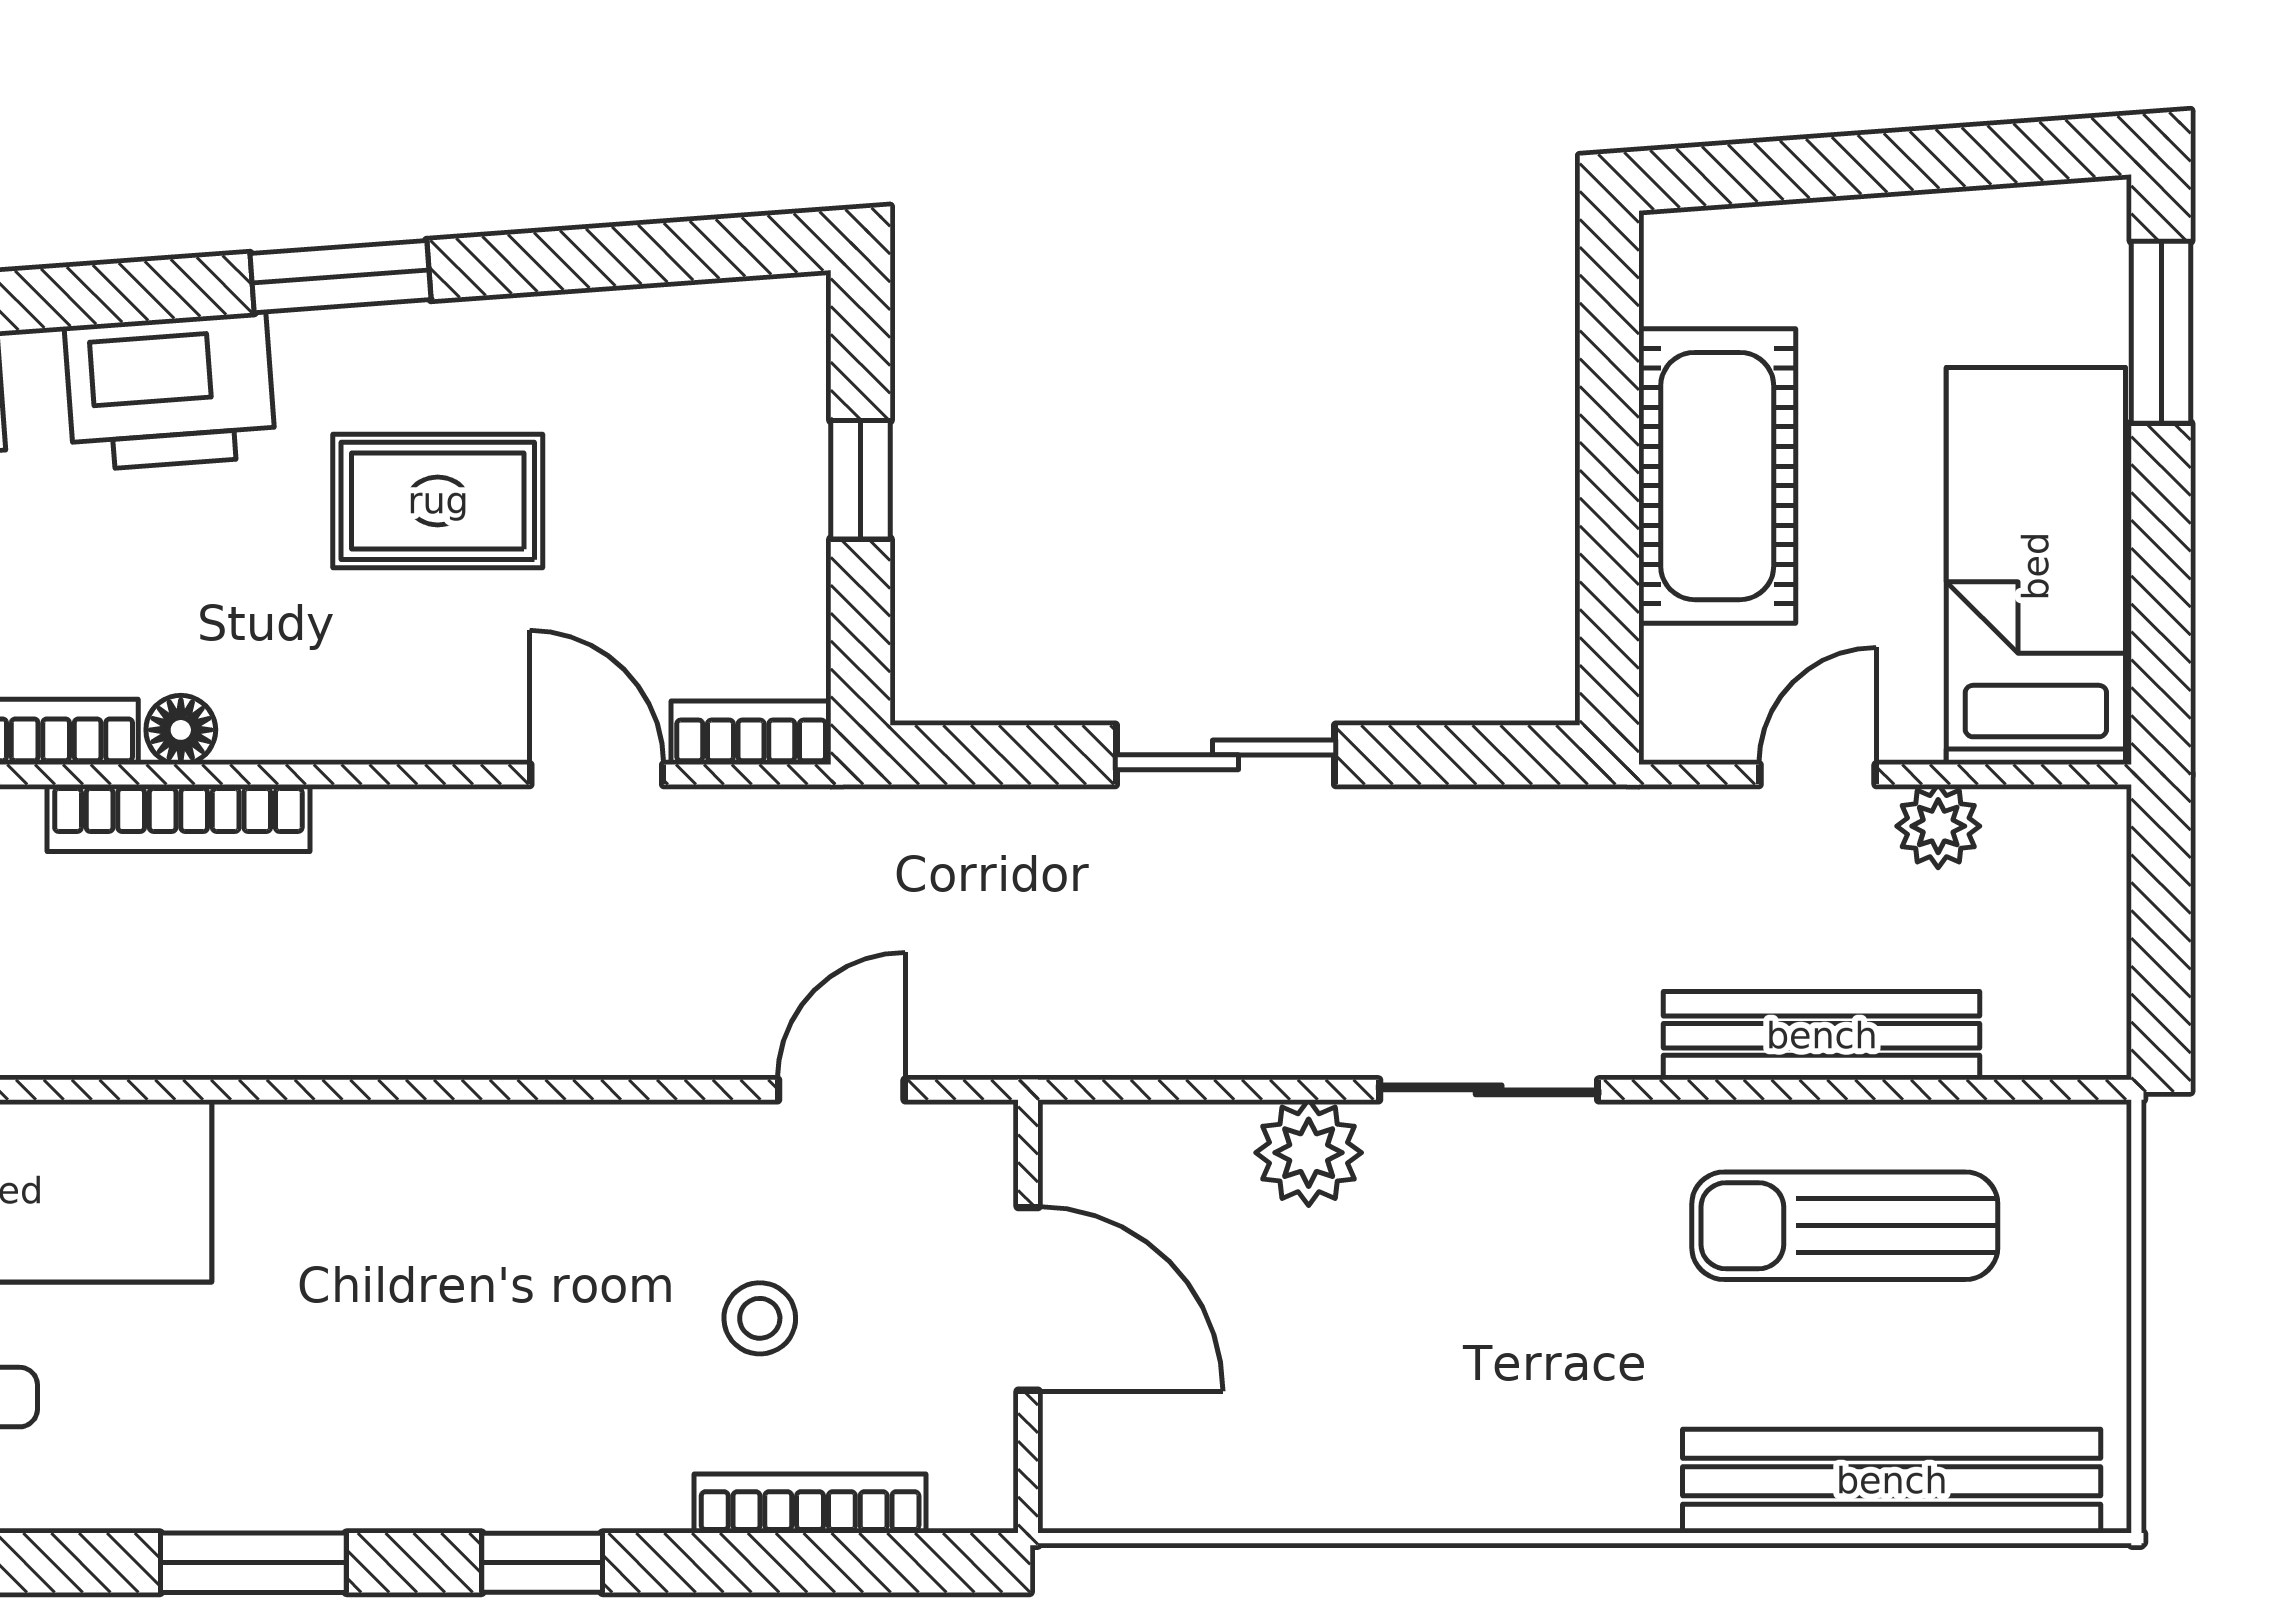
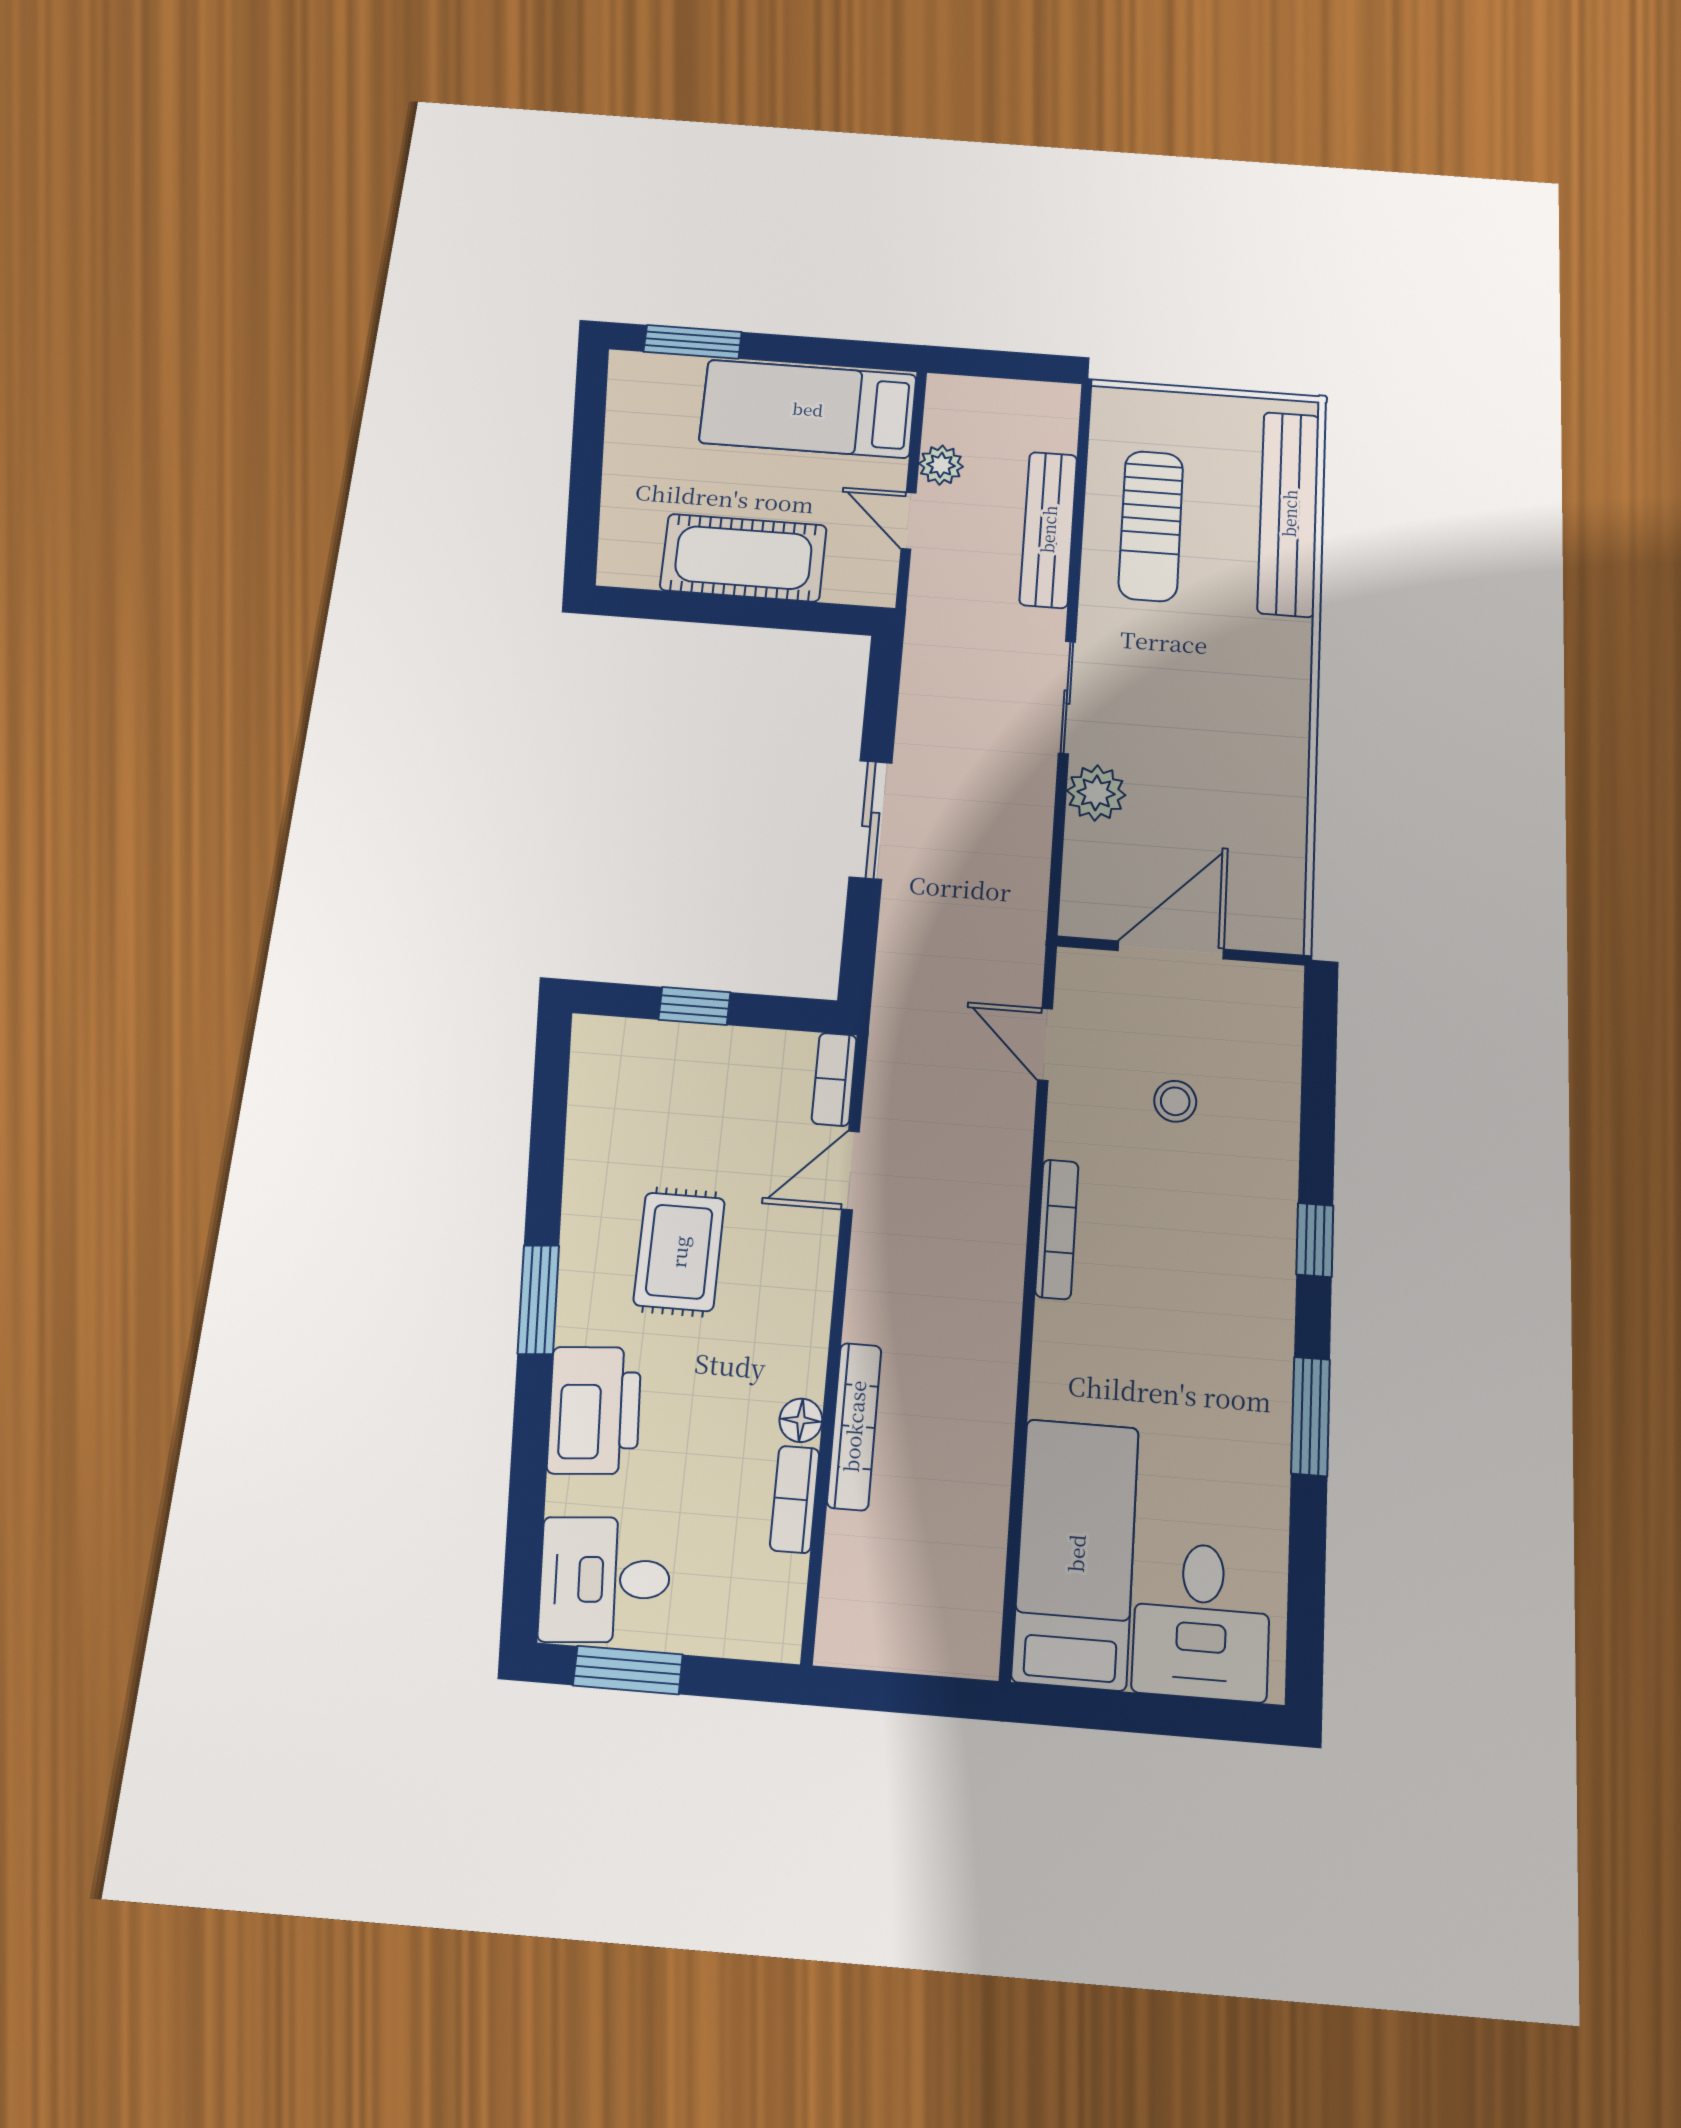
bookcase: (810, 1504) -> (1057, 1229), moved, turned 180

